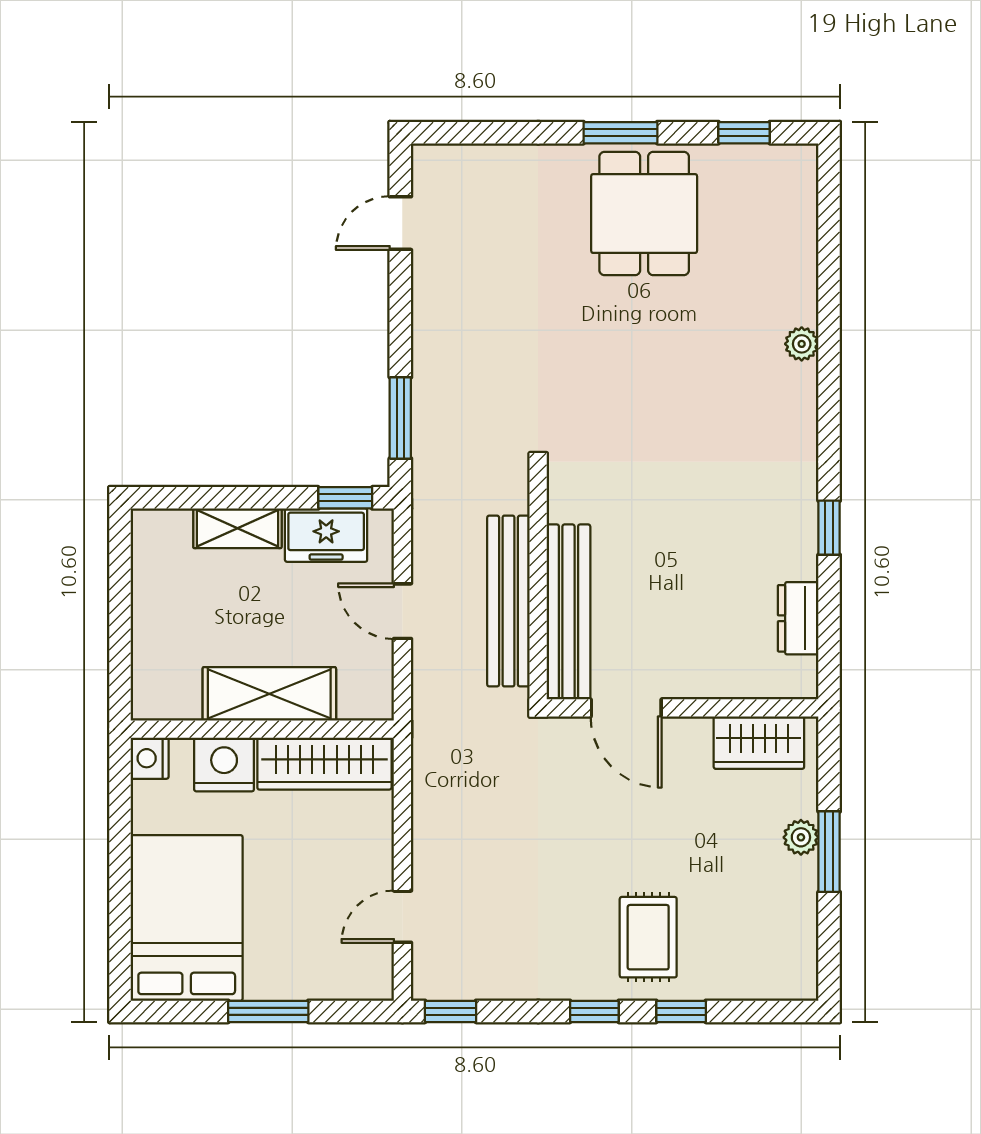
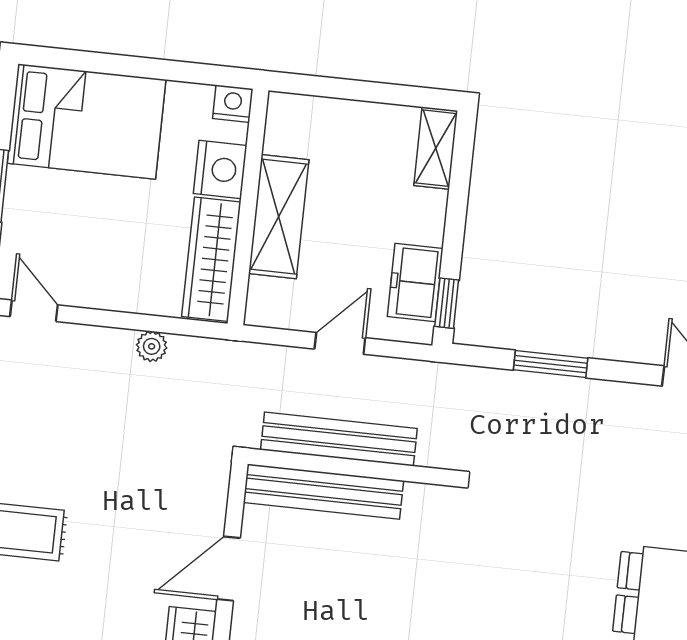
window: (400, 418) -> (551, 364), moved
shelving: (237, 528) -> (436, 148), moved
door: (626, 708) -> (229, 569), moved
plant: (428, 819) -> (152, 346), added
door: (402, 917) -> (34, 311), moved

